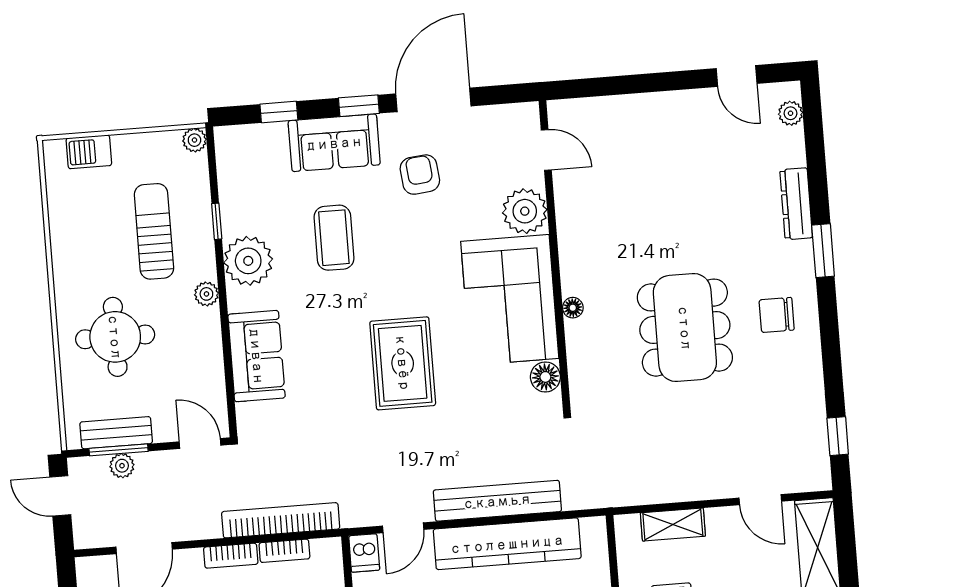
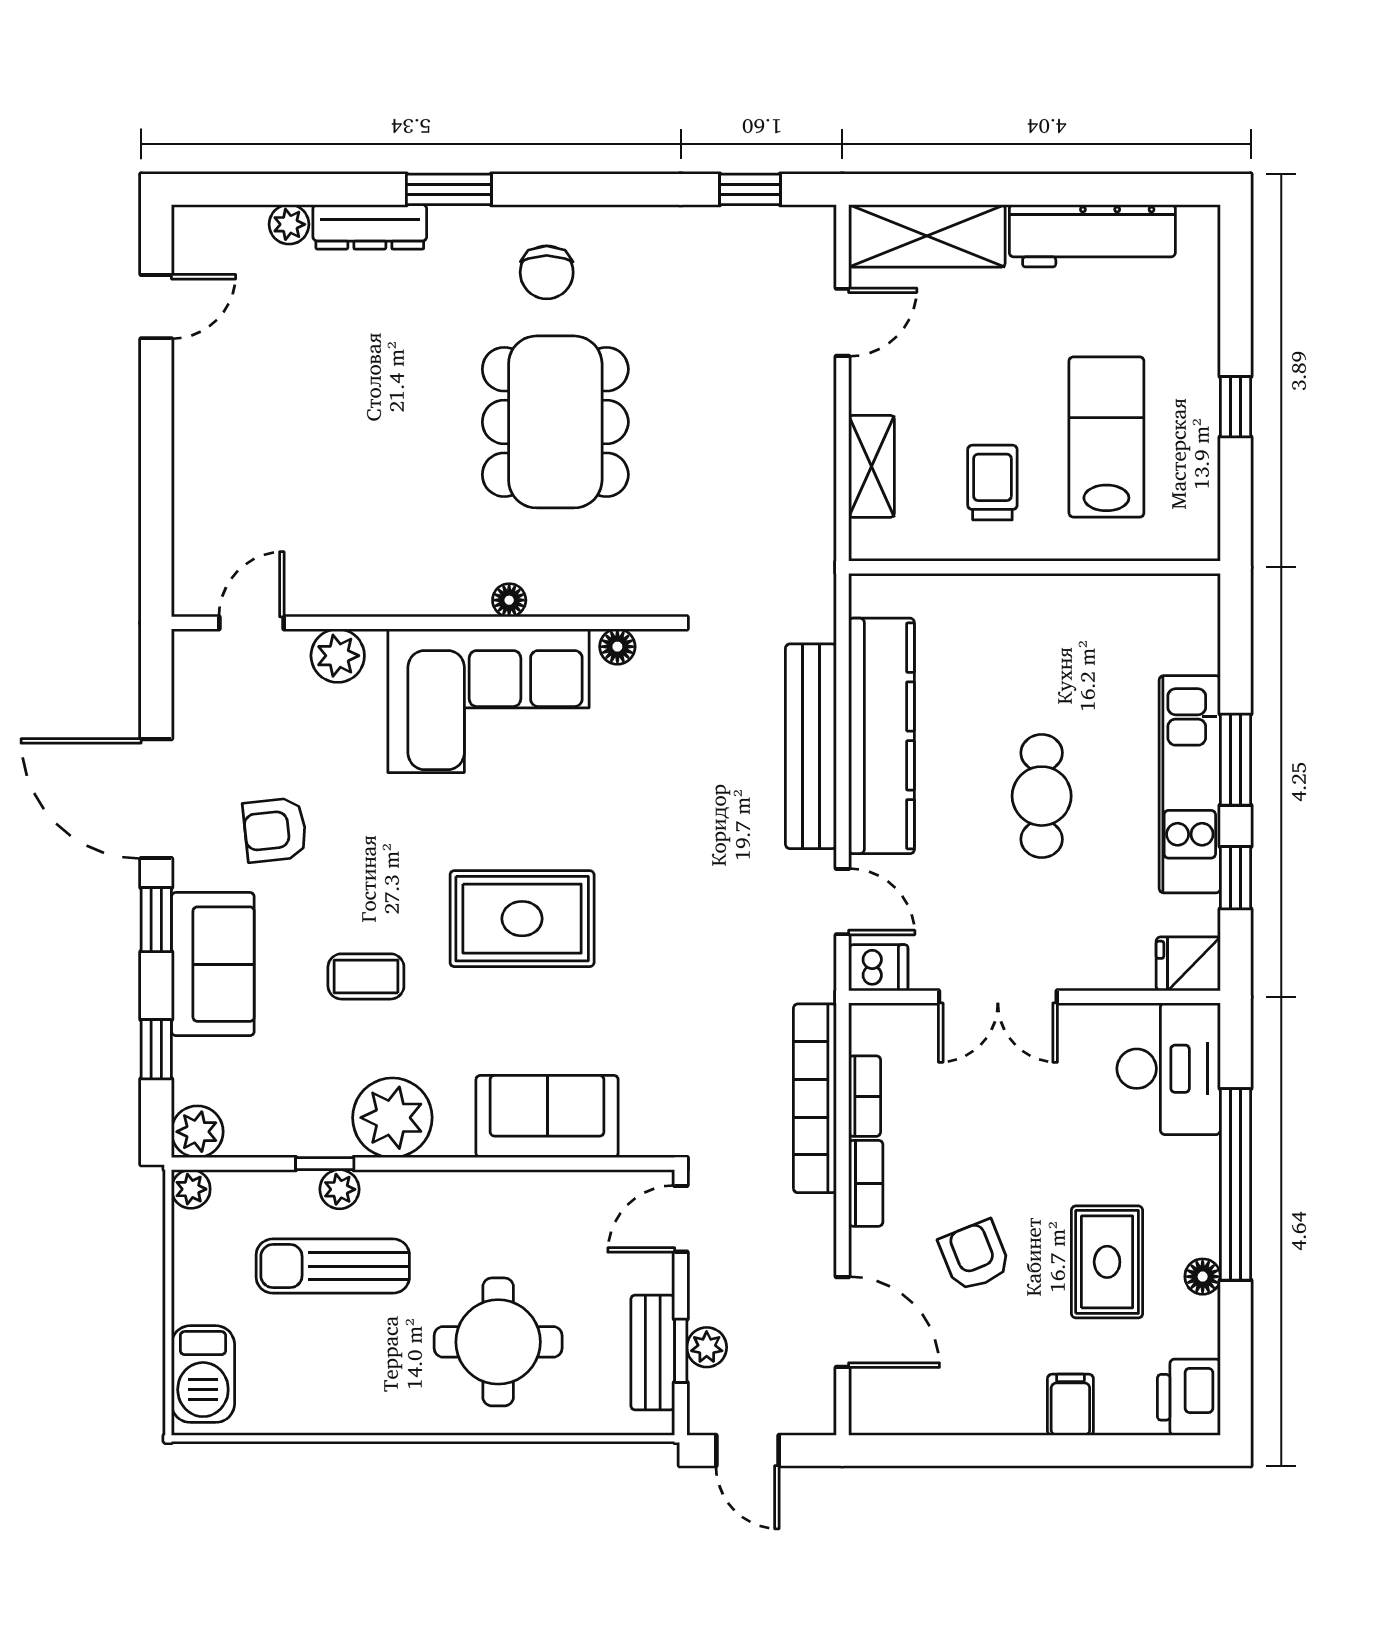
plant: (791, 113) -> (289, 224), moved
plant: (230, 141) -> (197, 1132), added
barbecue: (89, 152) -> (203, 1374), width x1.38, depth x1.27
plant: (525, 211) -> (338, 656), width x0.73, depth x0.73
coffee table: (334, 238) -> (366, 976), width x0.73, depth x0.77
plant: (206, 294) -> (339, 1189), moved
dining table: (685, 328) -> (555, 422), turned 90
rug: (403, 363) -> (522, 919), moved
floor lamp: (545, 377) -> (617, 647), width x0.73, depth x0.73
window: (119, 450) -> (681, 1351), width x0.67
door: (60, 496) -> (747, 1451), hinge flipped

